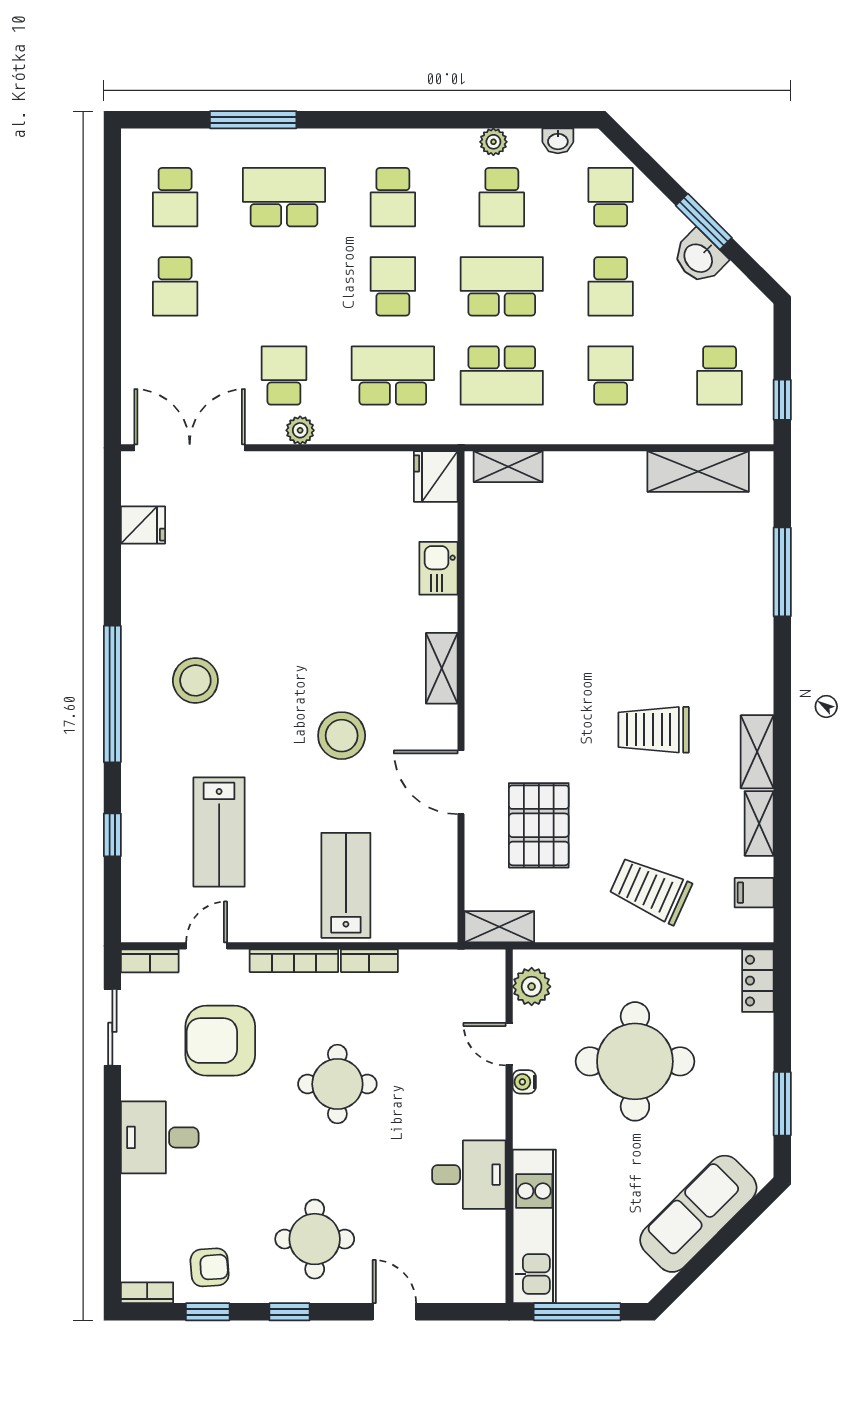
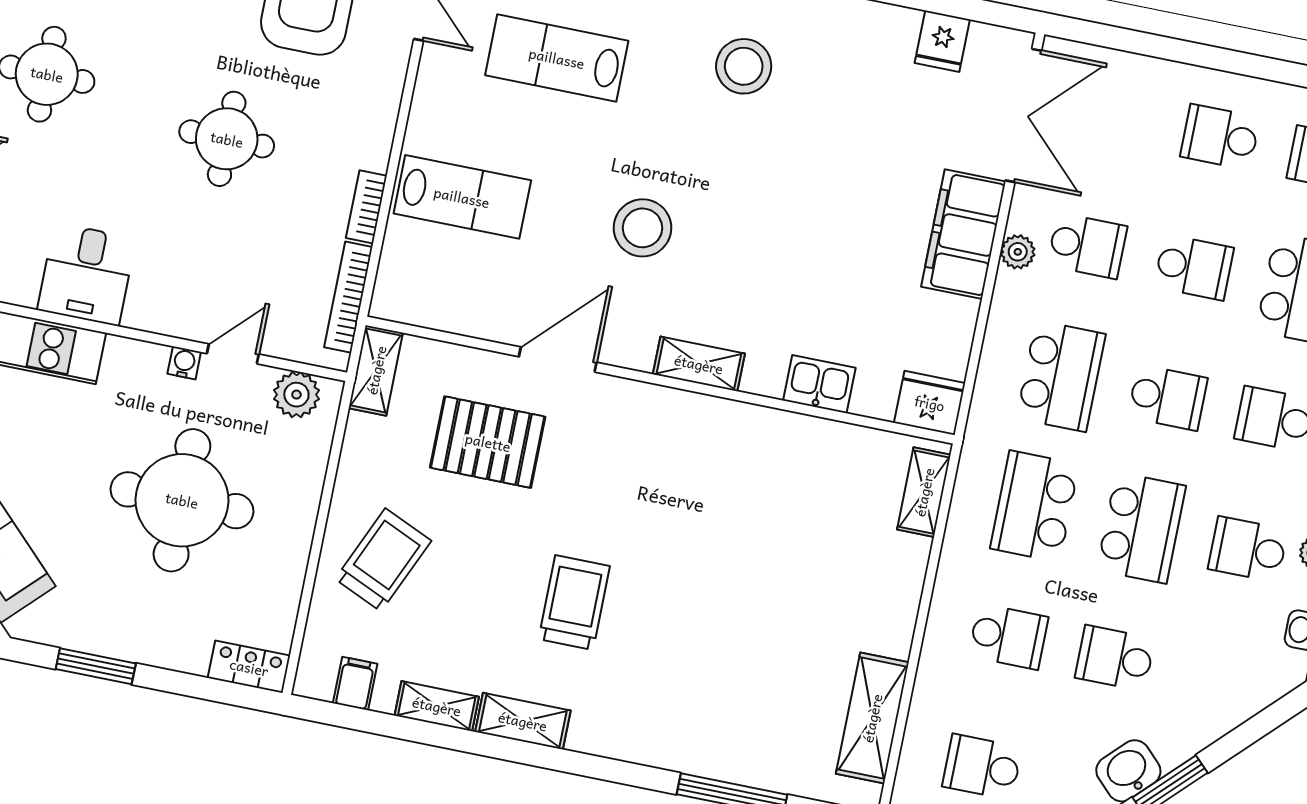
school desk: (611, 197) -> (1194, 267), moved
filing cabinet: (295, 477) -> (963, 234), added
bookcase: (294, 961) -> (348, 297), moved

